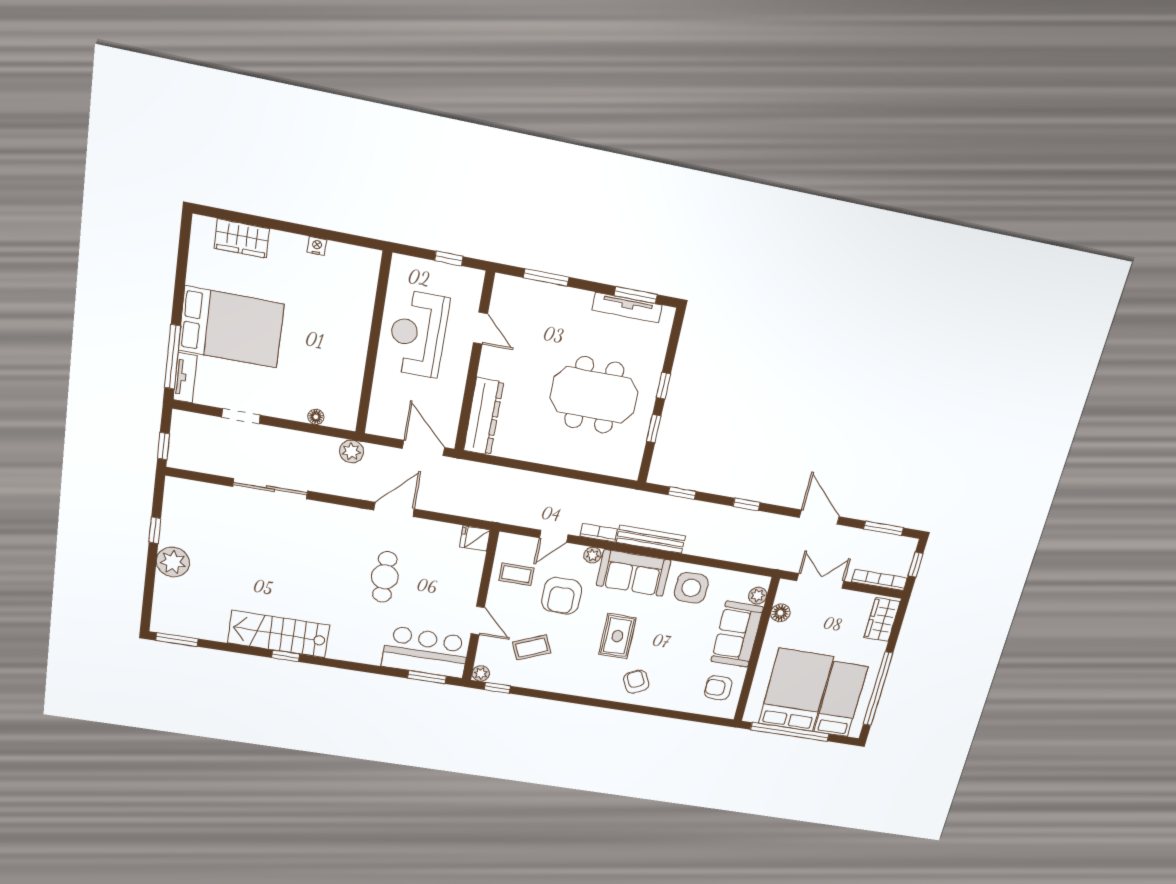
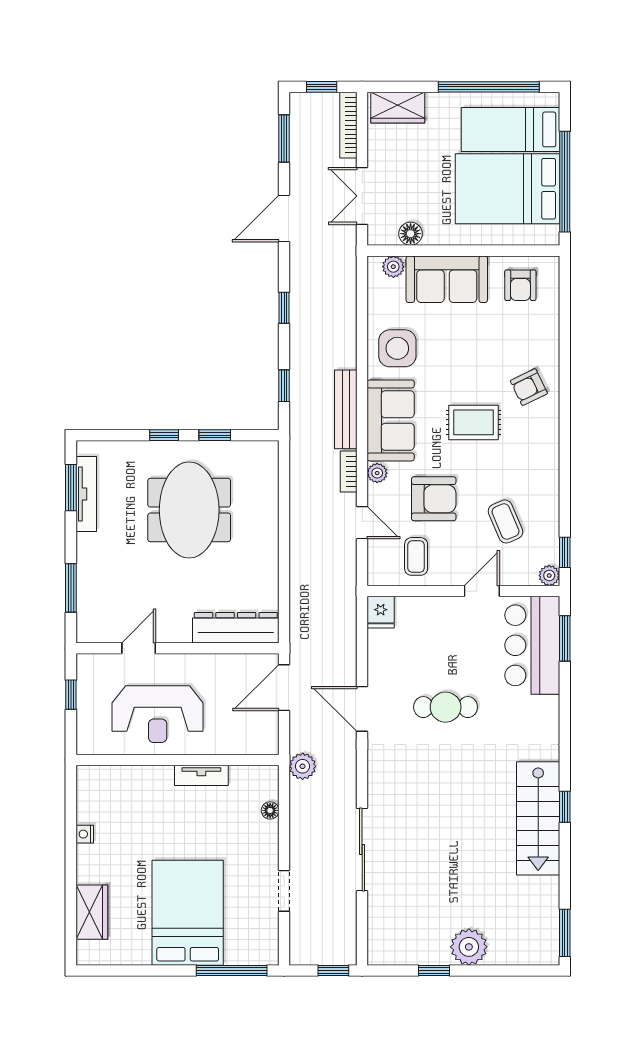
tv unit: (185, 378) -> (201, 775), moved, turned 180

